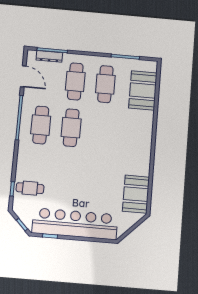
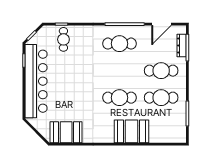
booth: (143, 90) -> (132, 131), moved
cafe table: (71, 128) -> (119, 98), moved

